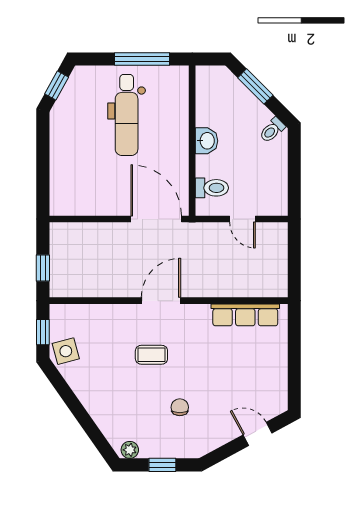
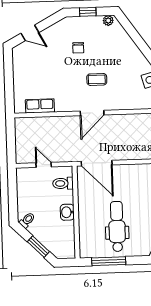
row of seats: (245, 315) -> (40, 106), width x0.68

